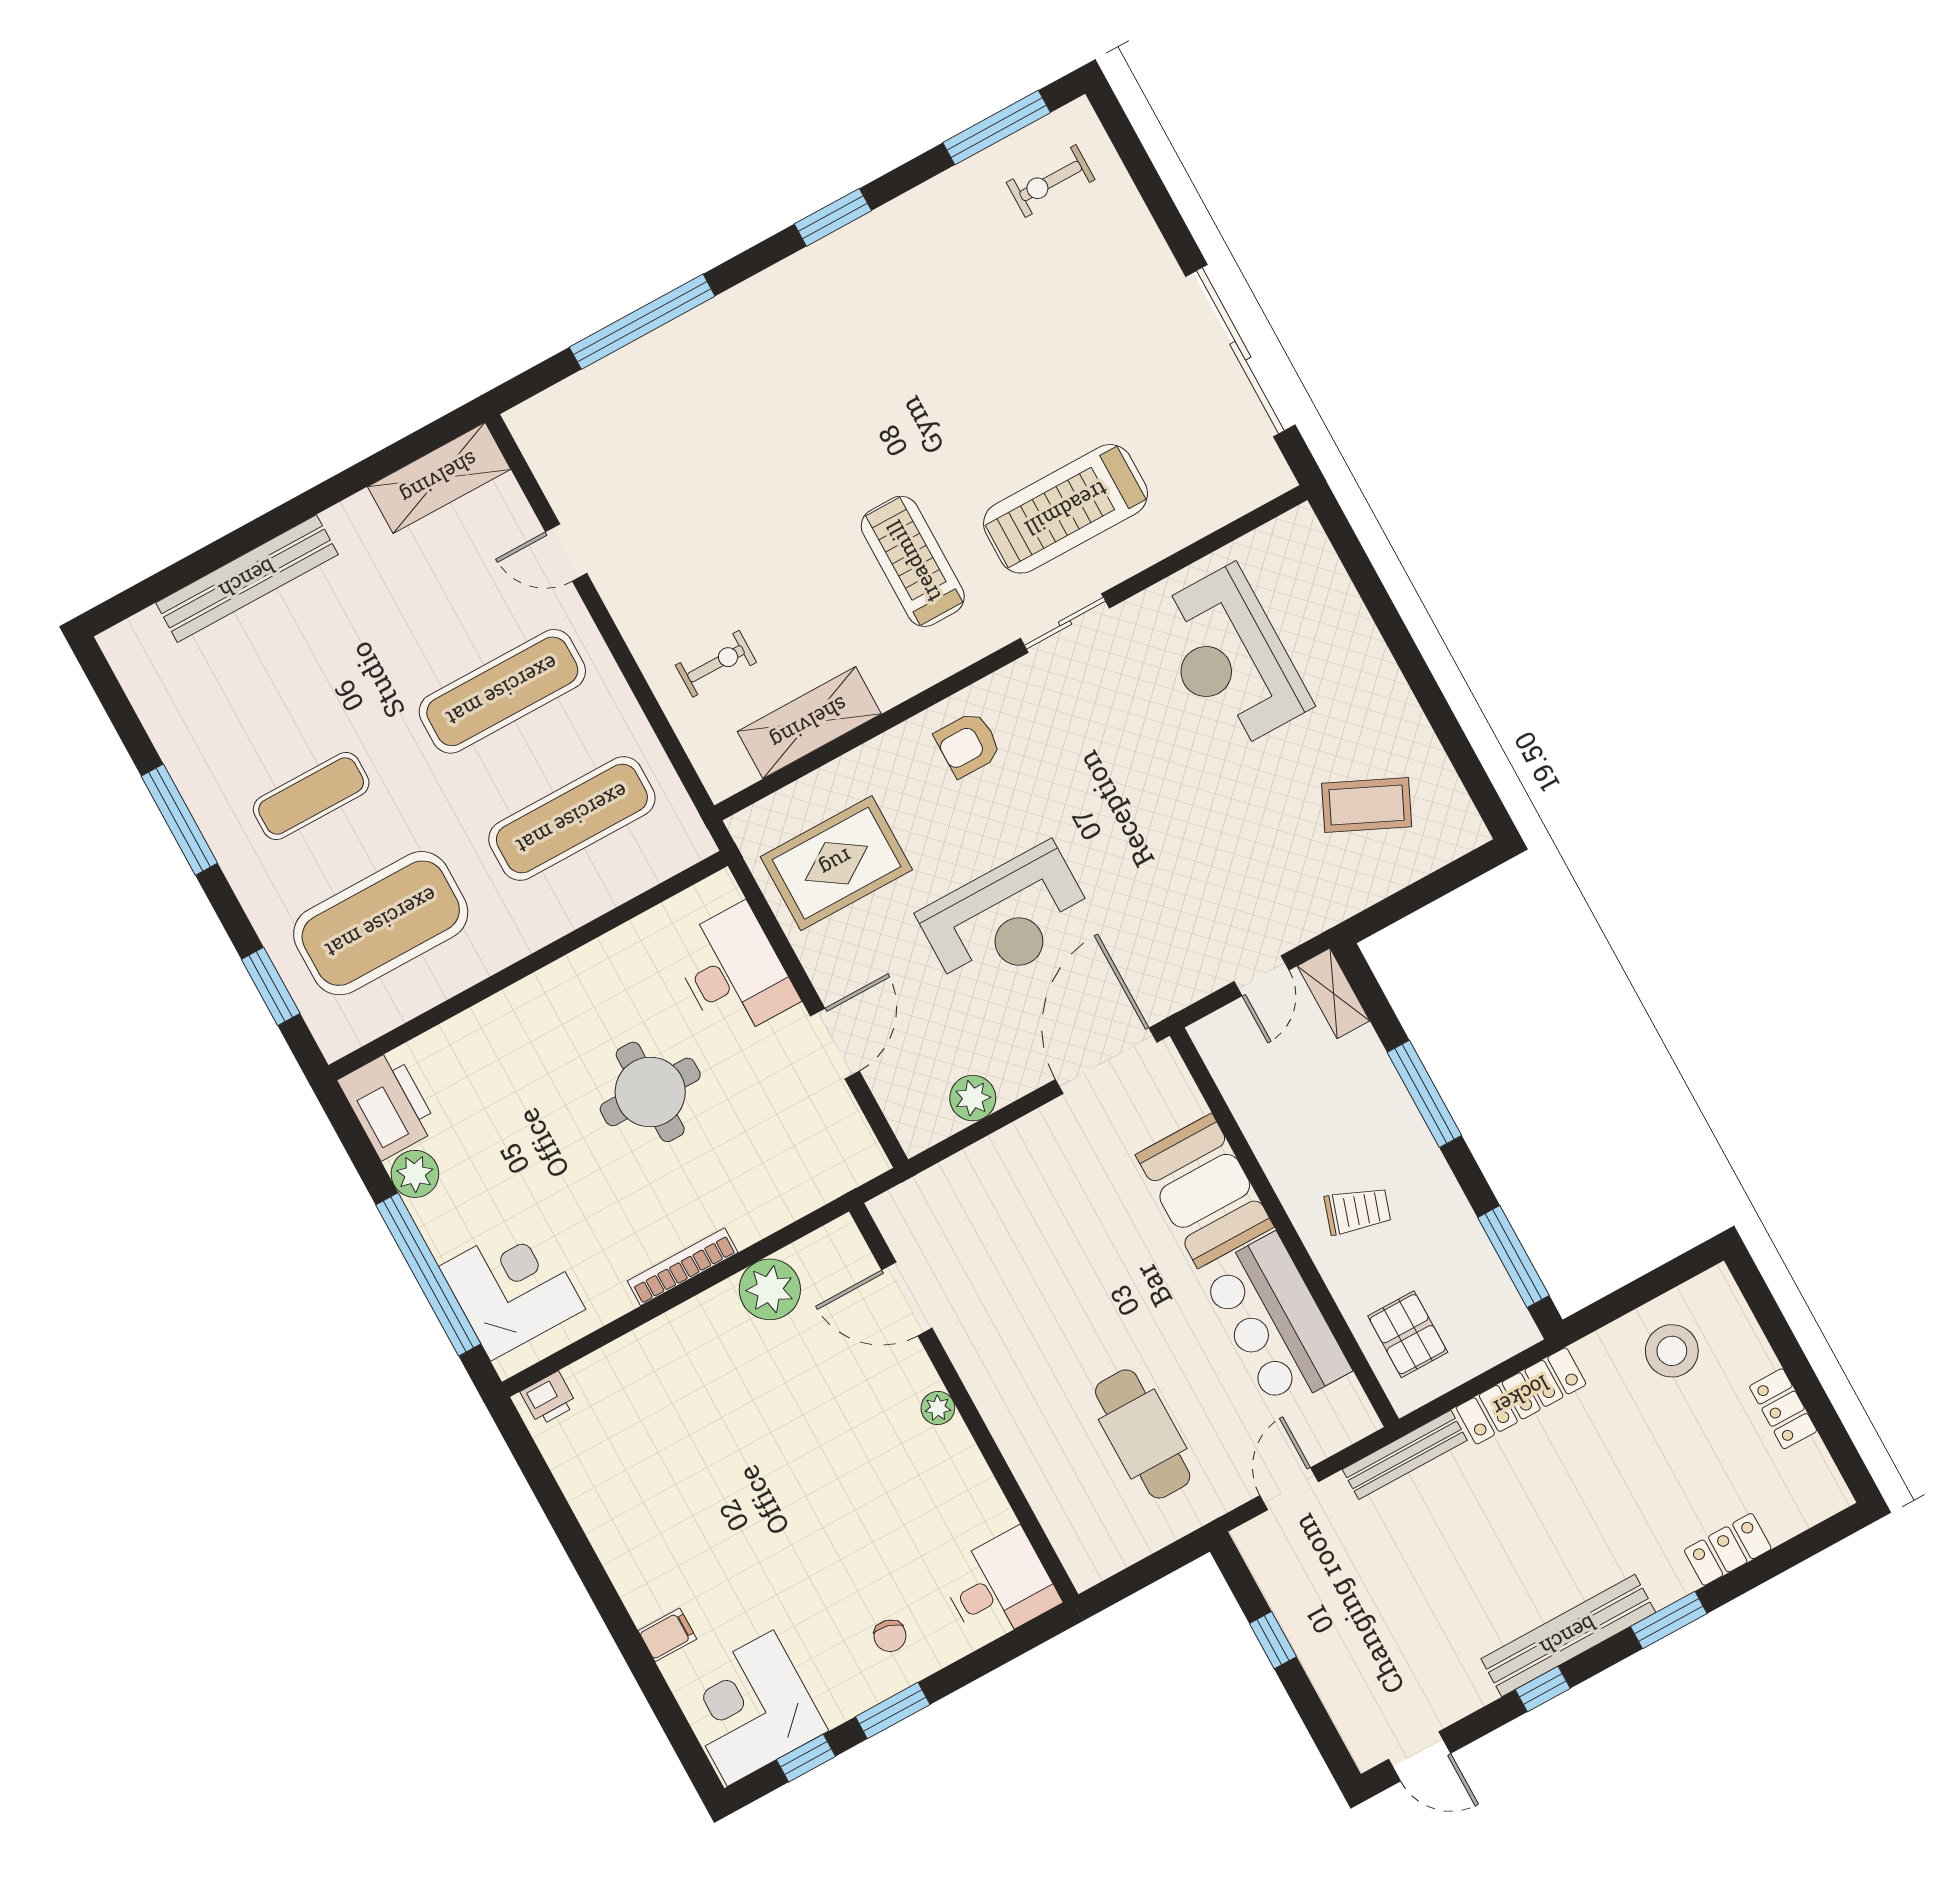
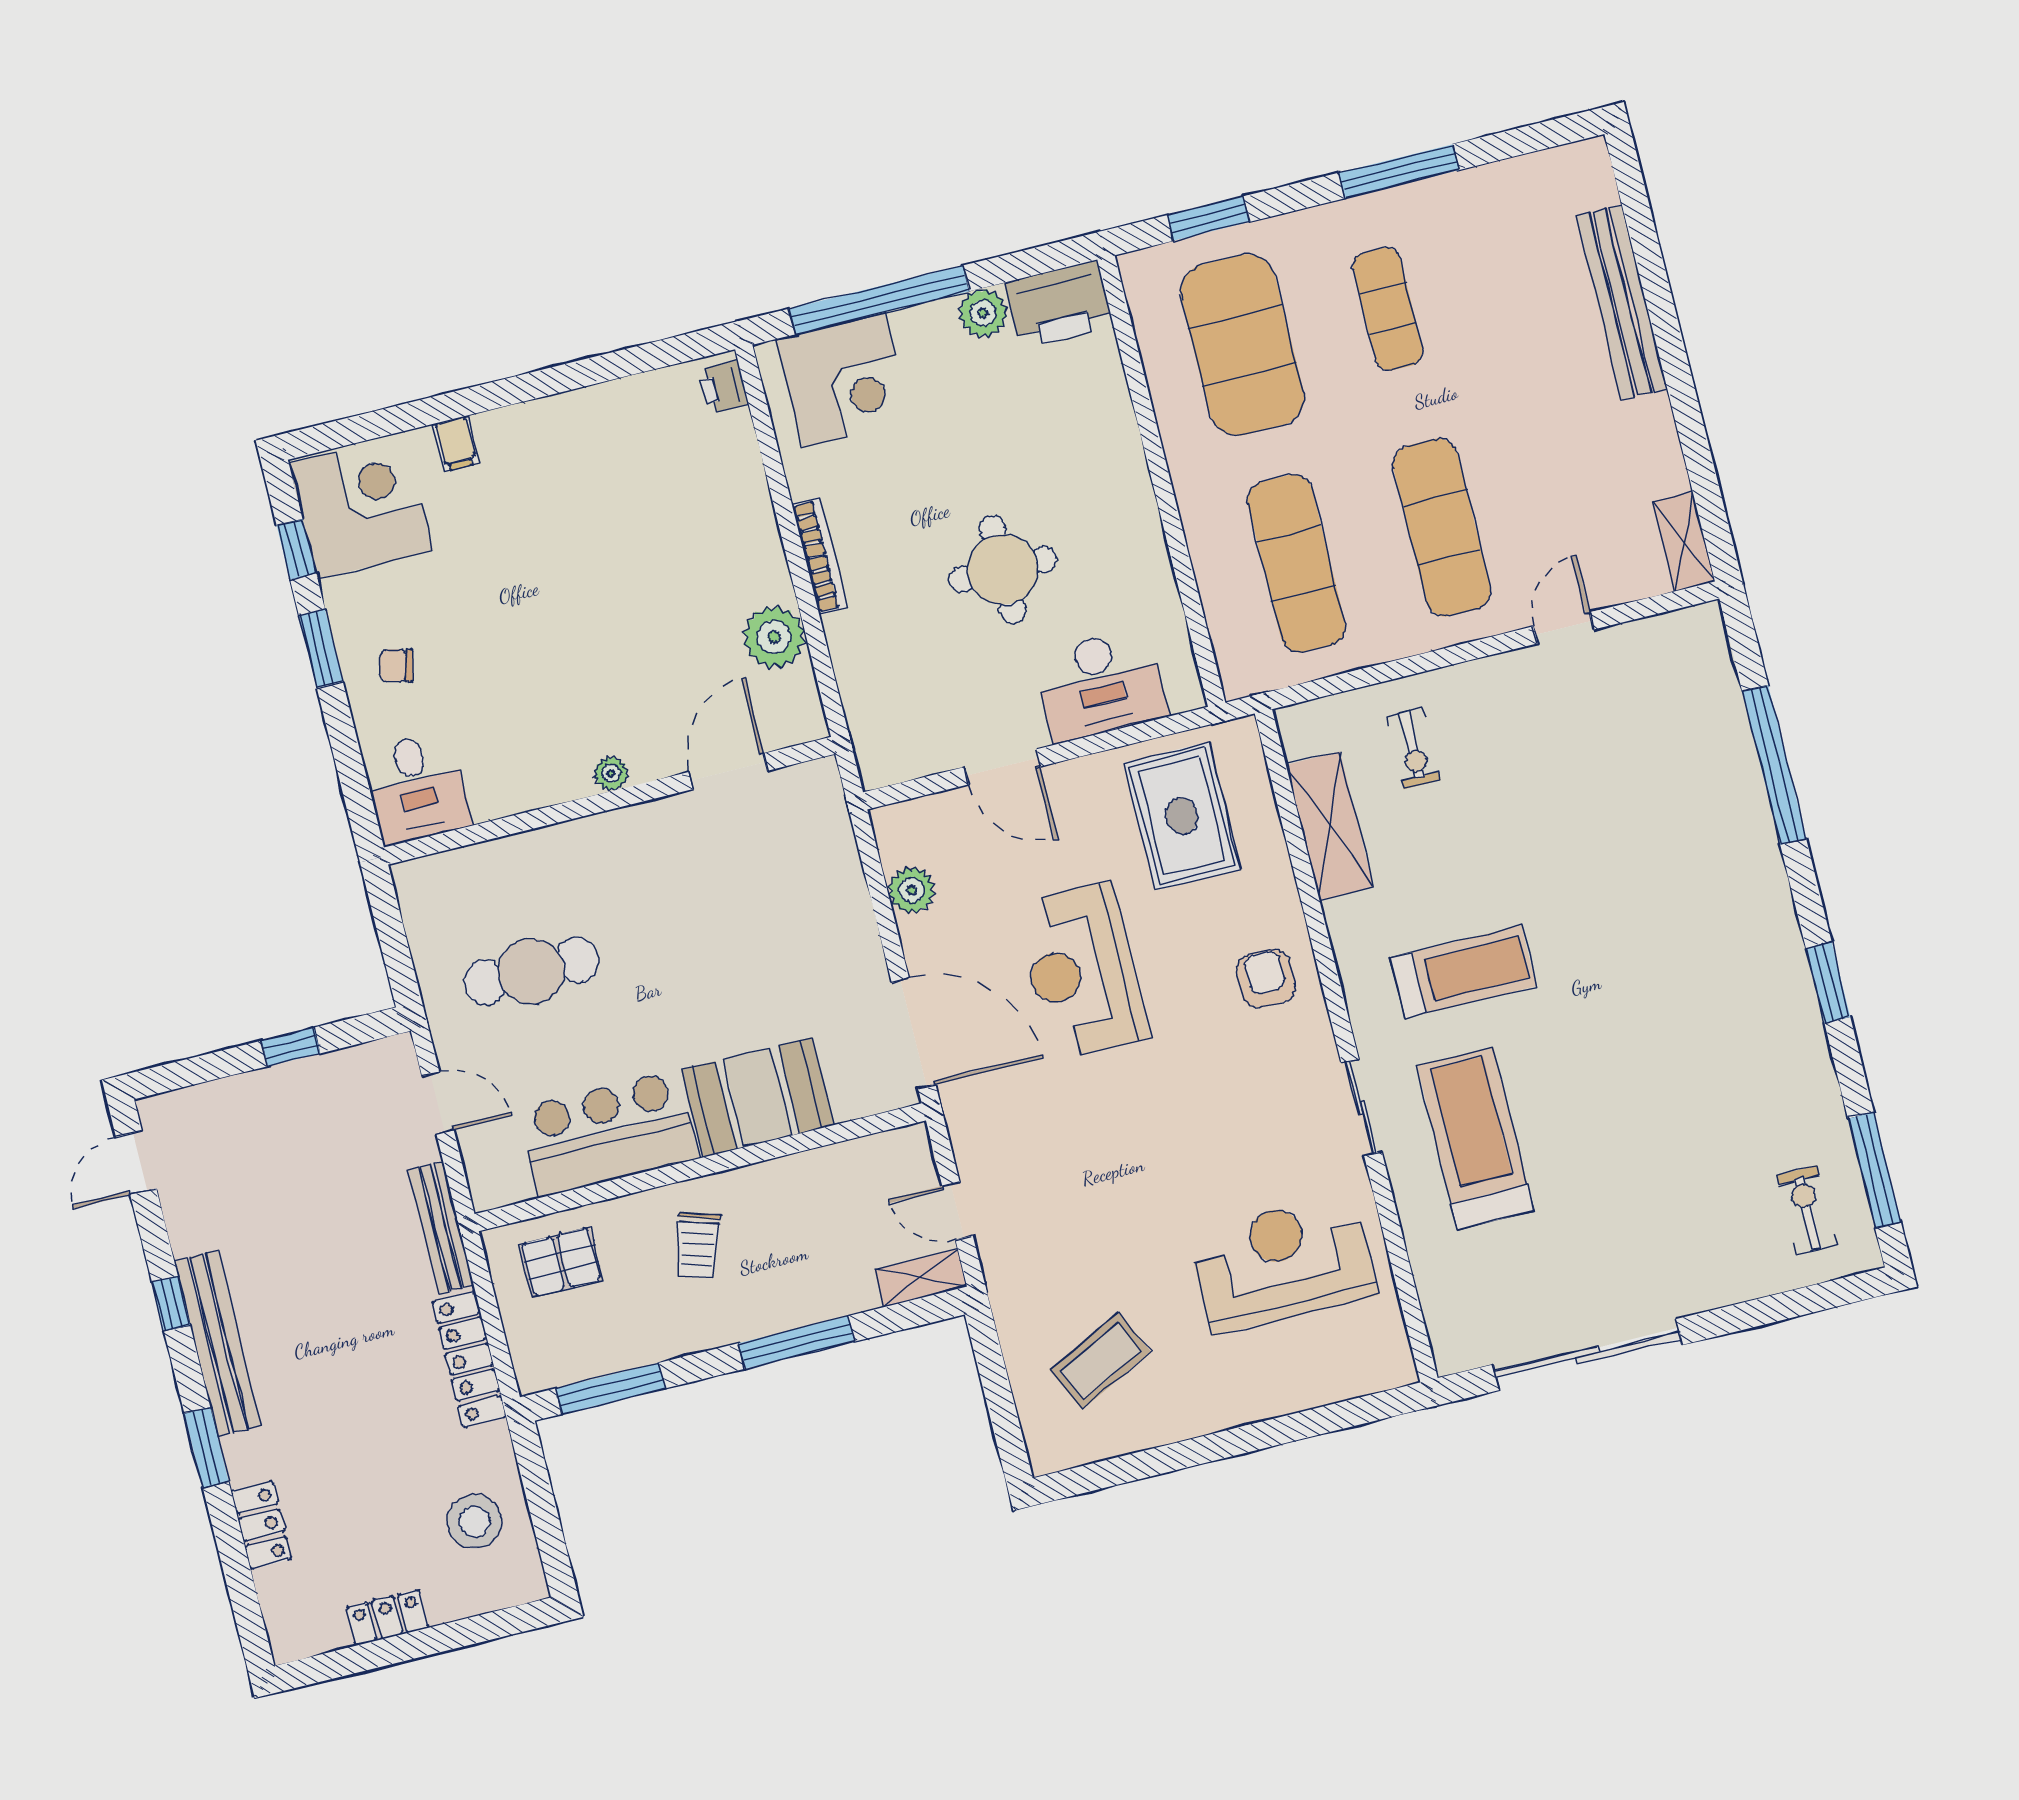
shelving: (439, 478) -> (1684, 542), width x0.67, depth x0.75
coffee table: (1367, 805) -> (1100, 1361), turned 39

